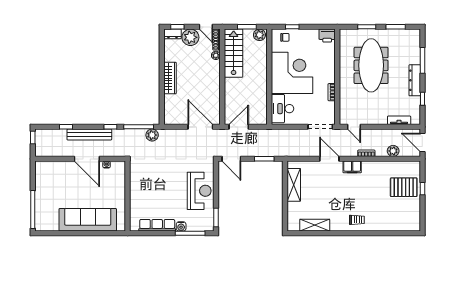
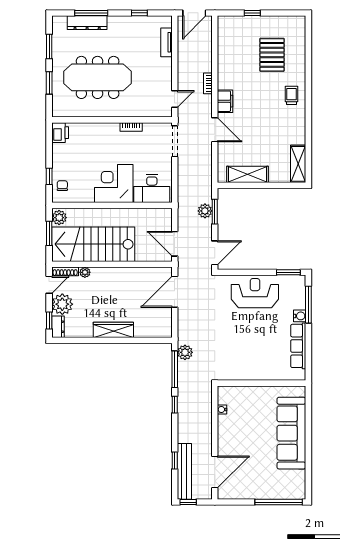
stairs: (234, 53) -> (93, 244), width x1.36, depth x1.51
corner desk: (292, 73) -> (114, 184), width x0.74, depth x0.74
dresser: (415, 80) -> (87, 23), moved
bench: (89, 135) -> (184, 471), moved
plant: (393, 151) -> (205, 211), moved
door: (87, 159) -> (215, 472), moved
door: (329, 159) -> (215, 130), swing flipped
pallet: (404, 187) -> (272, 55), moved
shelving: (315, 225) -> (298, 164), moved

